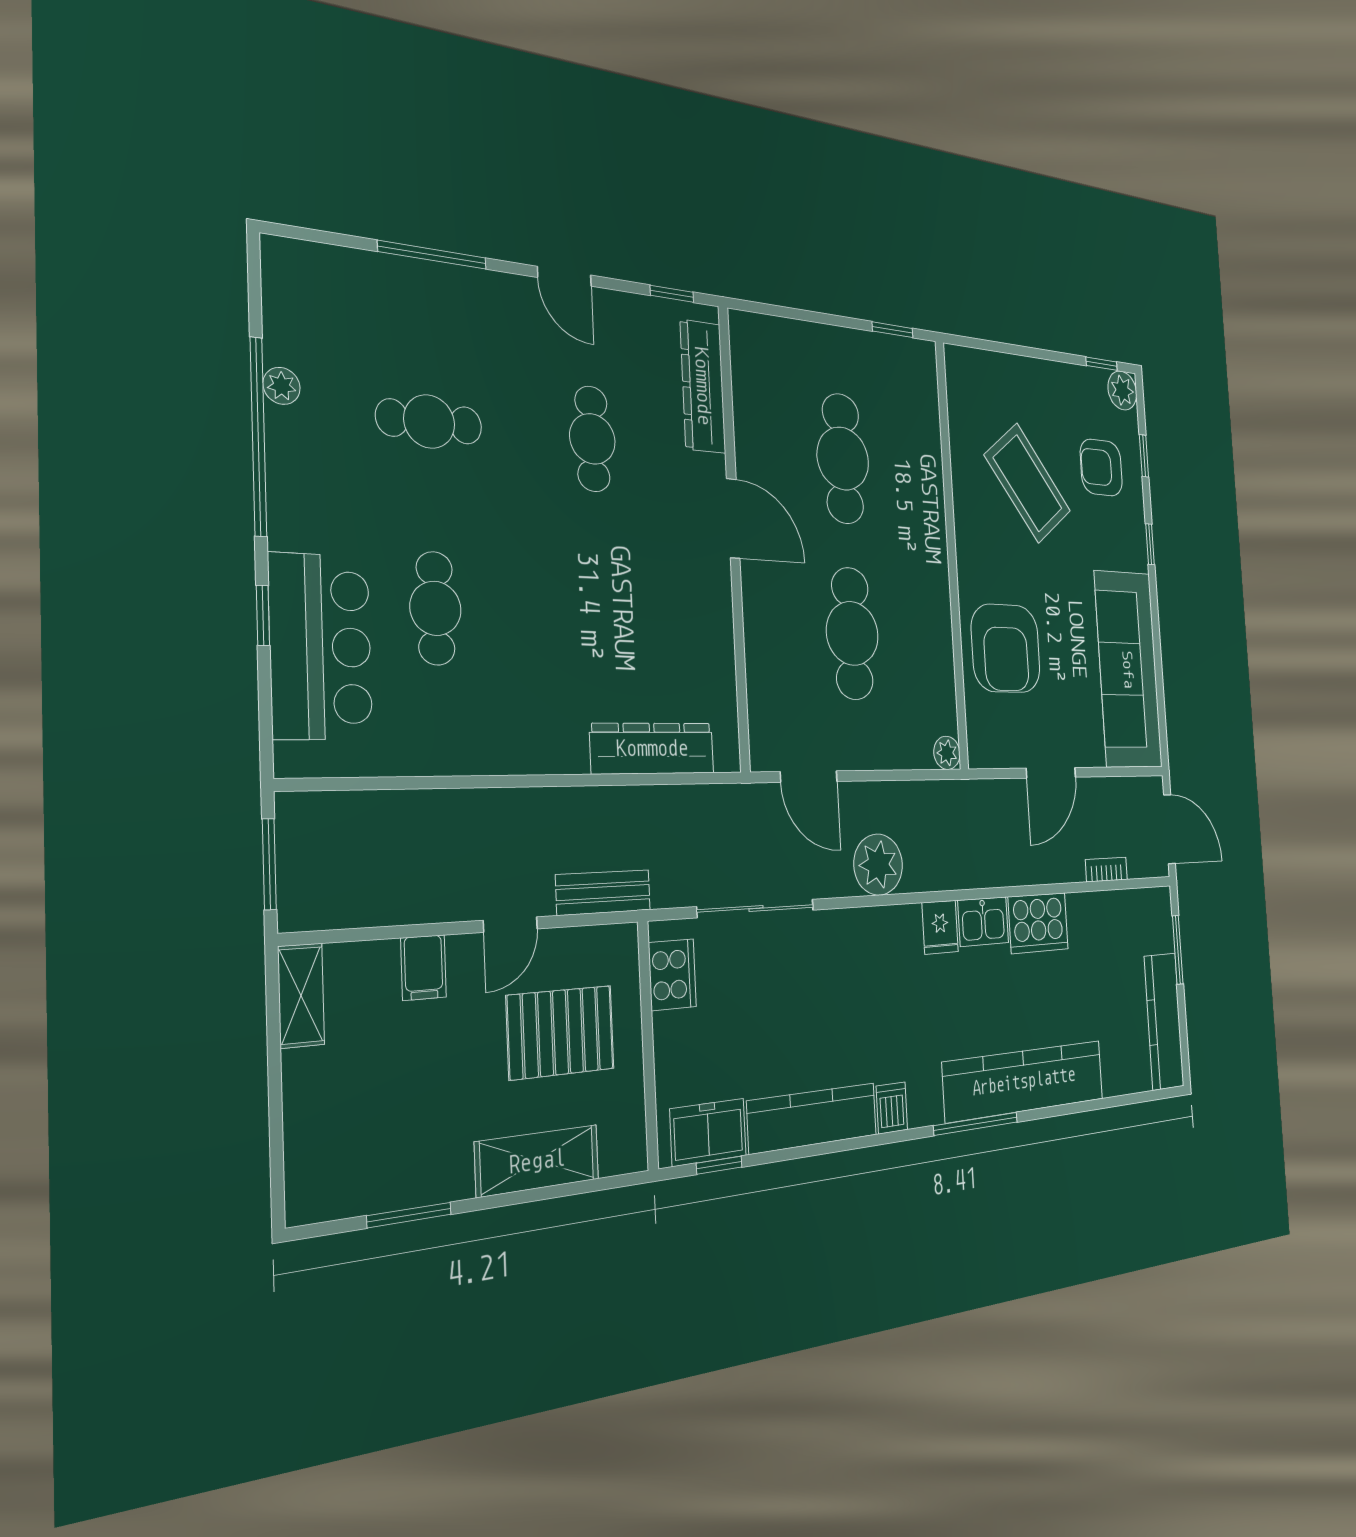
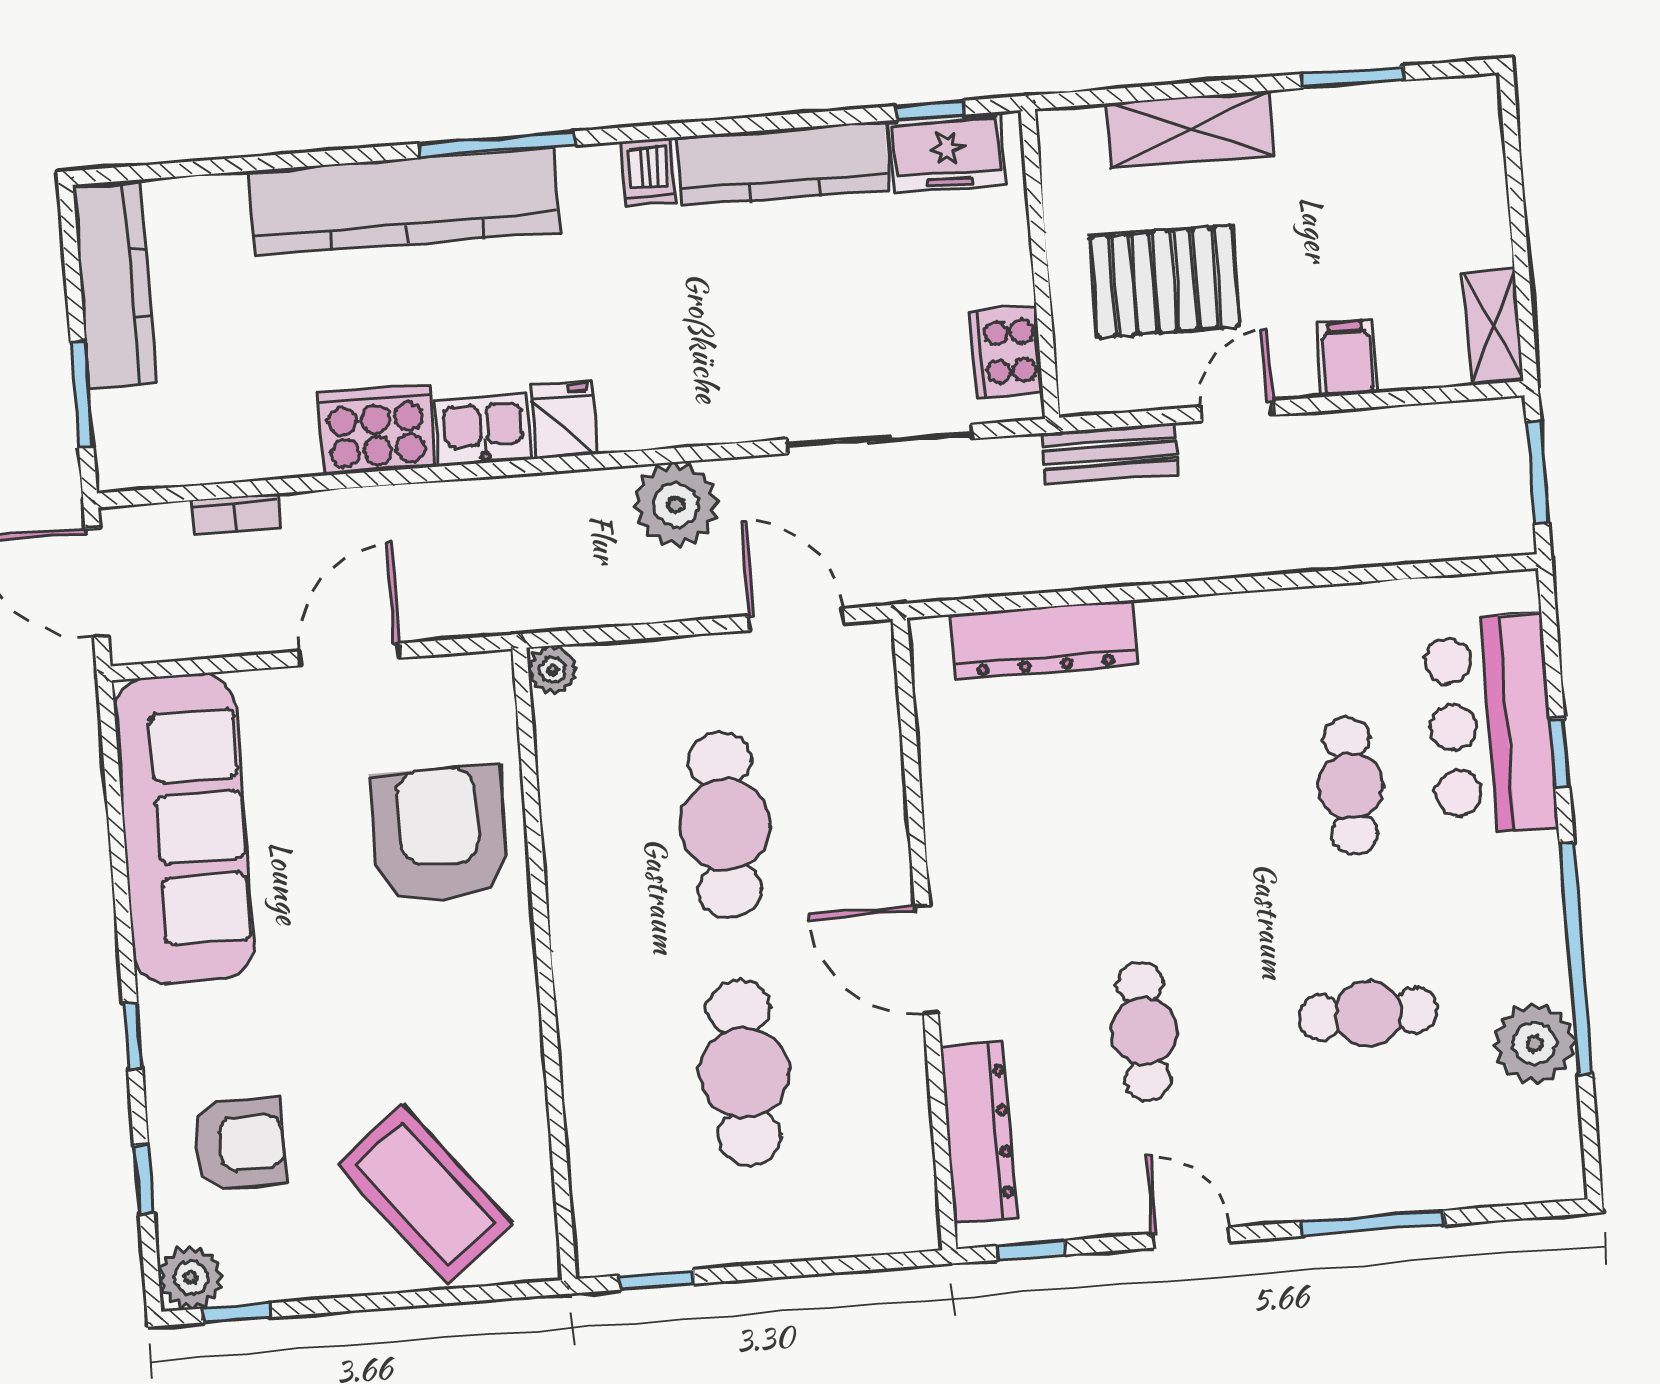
plant: (282, 386) -> (1534, 1043), width x1.88, depth x1.88
coffee table: (1028, 483) -> (425, 1194), moved

